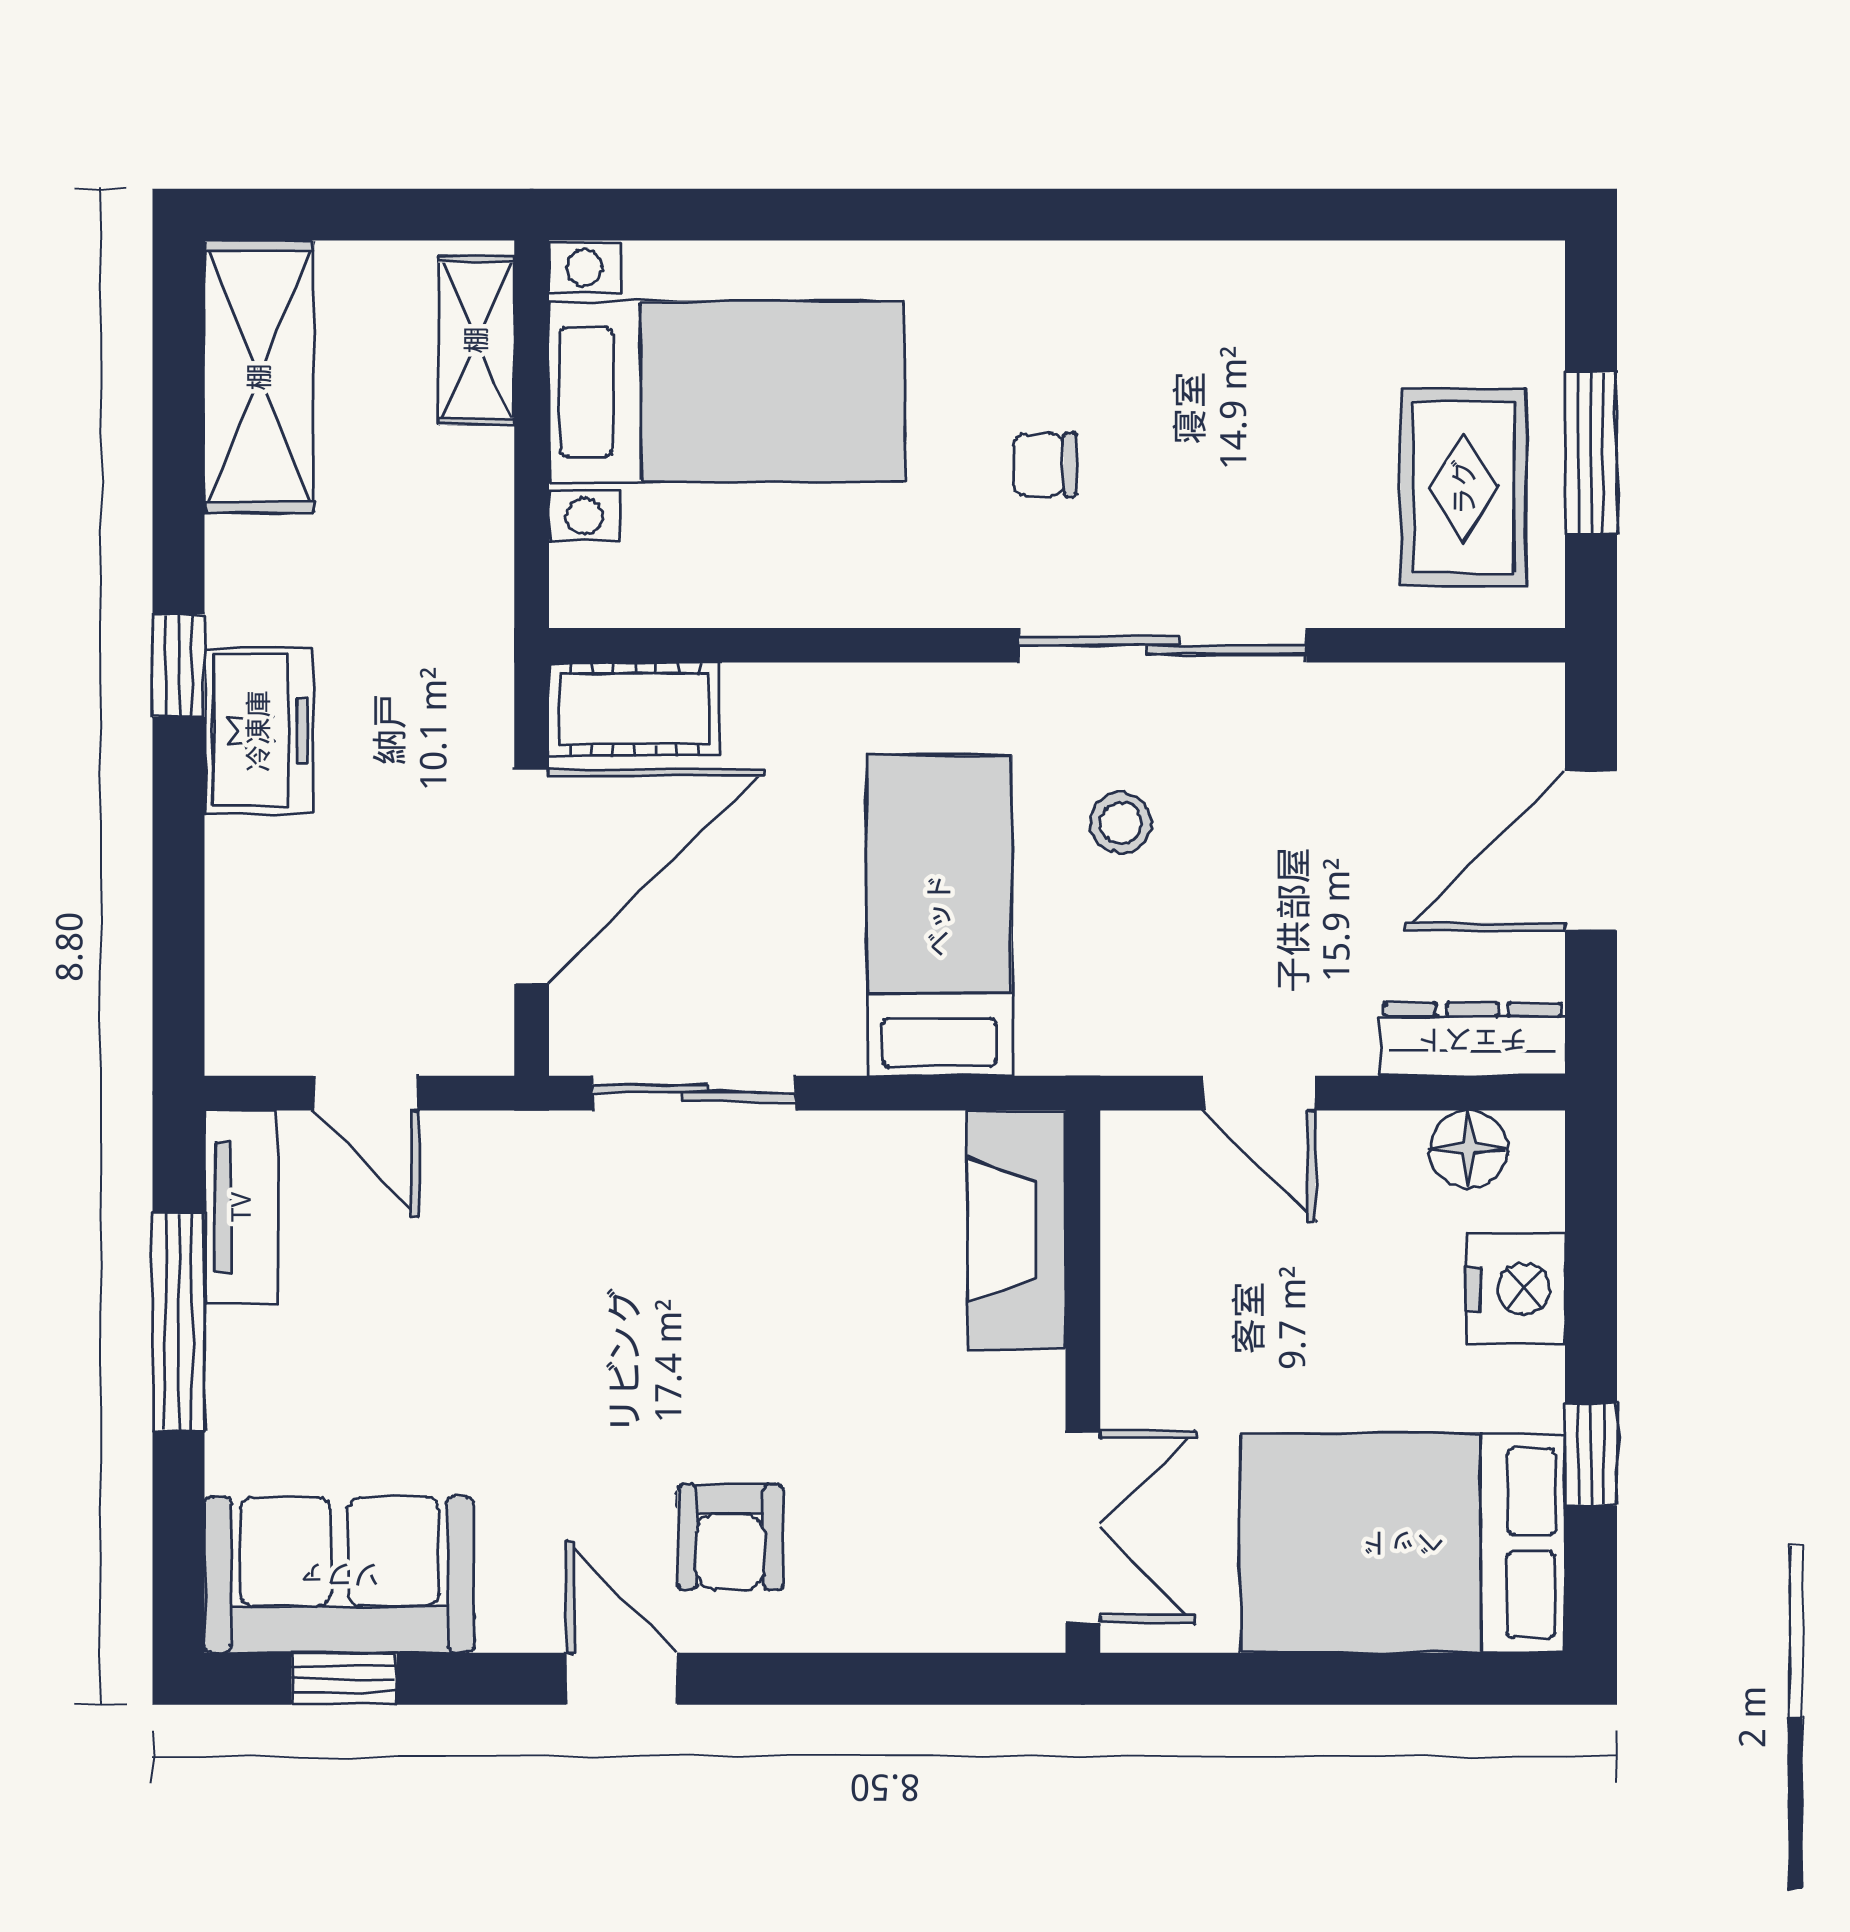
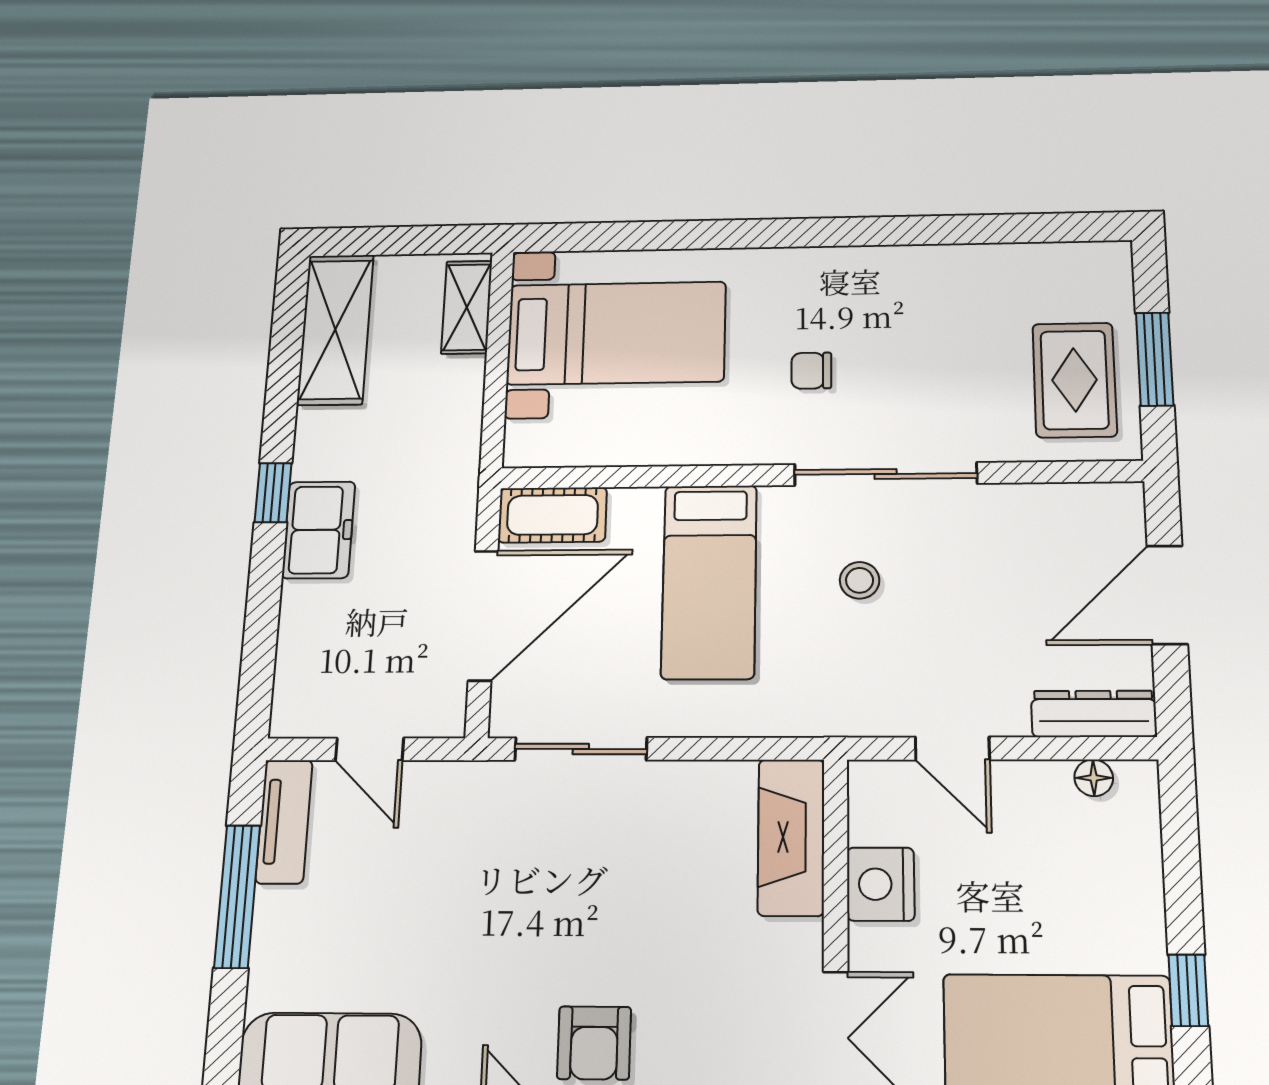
bed: (939, 916) -> (709, 581), moved, turned 180
floor lamp: (1468, 1149) -> (1094, 778), width x0.73, depth x0.73
nightstand: (1516, 1288) -> (881, 884), moved, turned 180

